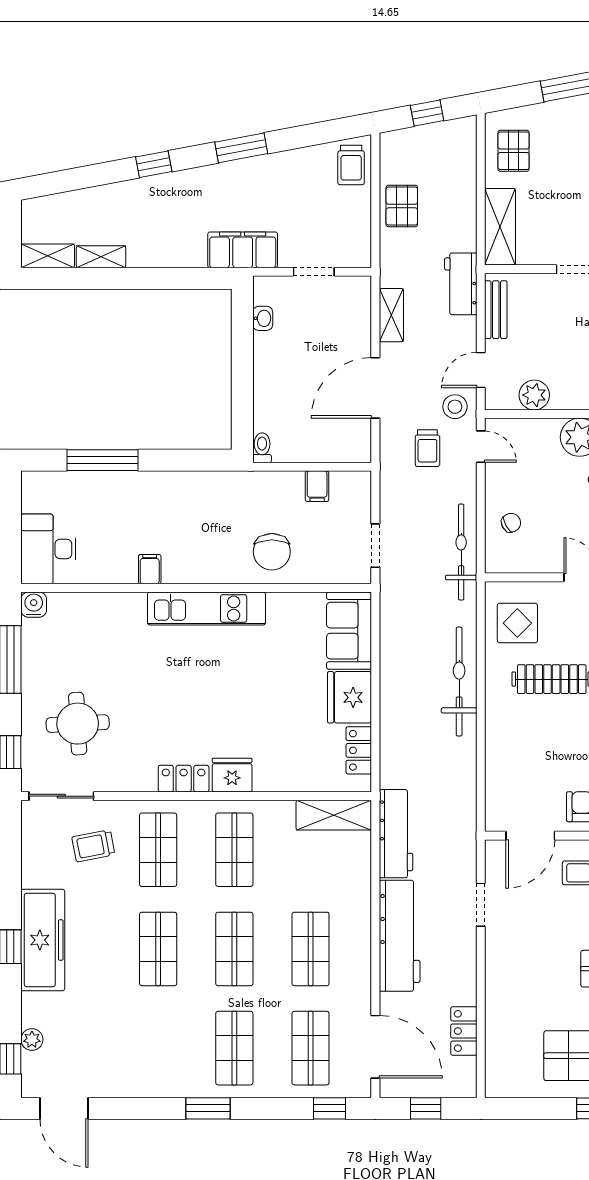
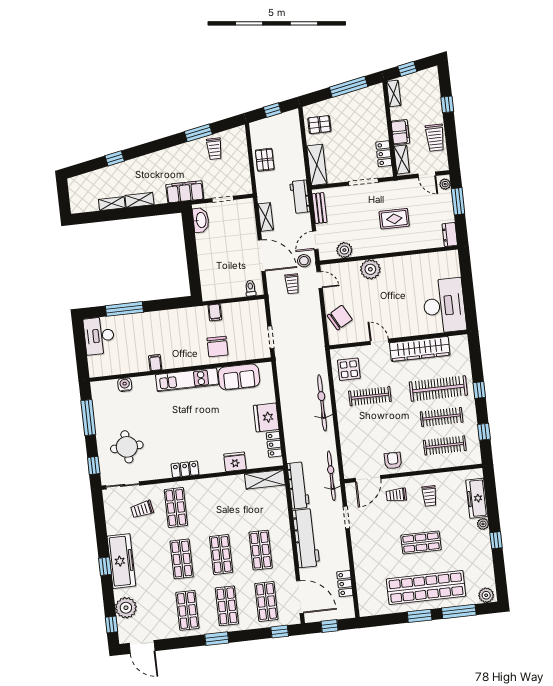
window: (241, 148) -> (198, 133), moved
pallet: (514, 151) -> (319, 125), turned 90
window: (154, 164) -> (115, 158), moved
trolley: (351, 165) -> (214, 149), moved
shelving: (48, 256) -> (139, 200), moved
washbasin: (263, 318) -> (201, 220), width x1.91, depth x1.45
door: (375, 388) -> (262, 256), swing flipped
toilet: (262, 448) -> (250, 288), moved
filing cabinet: (317, 486) -> (215, 312), moved
chair: (511, 523) -> (340, 318), width x1.87, depth x1.87
desk: (48, 549) -> (99, 336), moved
bicycle: (461, 552) -> (331, 476), moved
water cooler: (34, 605) -> (125, 385), moved
sofa: (349, 631) -> (239, 377), moved, turned -90
fridge: (232, 775) -> (235, 462), moved
shop shelf: (234, 850) -> (187, 610), moved
plant: (32, 1040) -> (126, 608), width x1.87, depth x1.87

